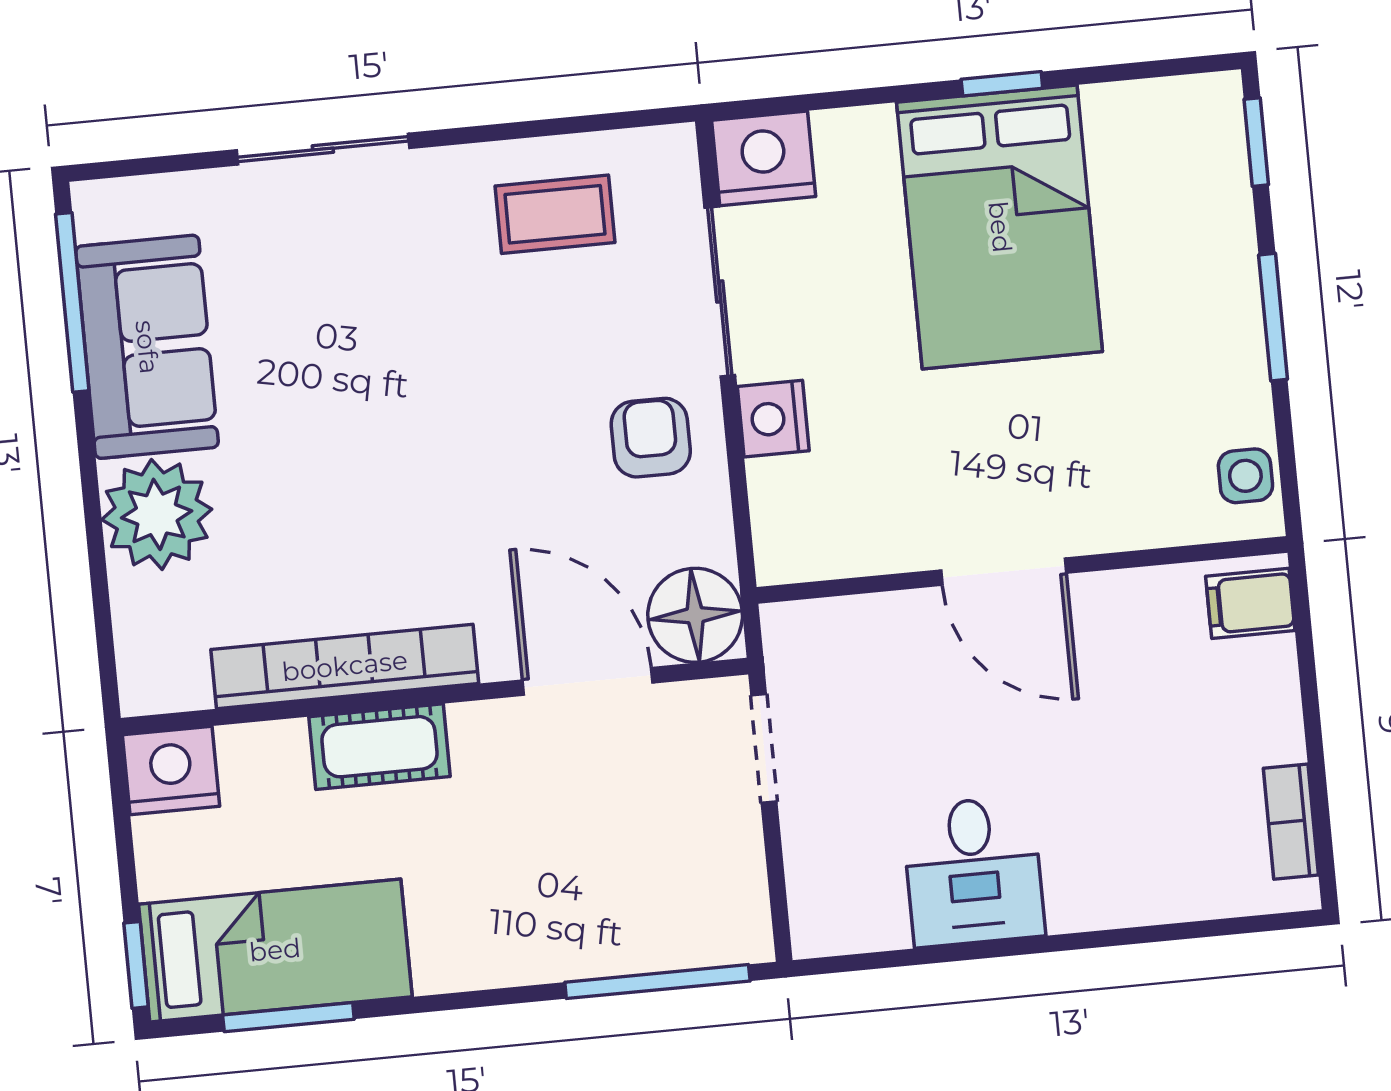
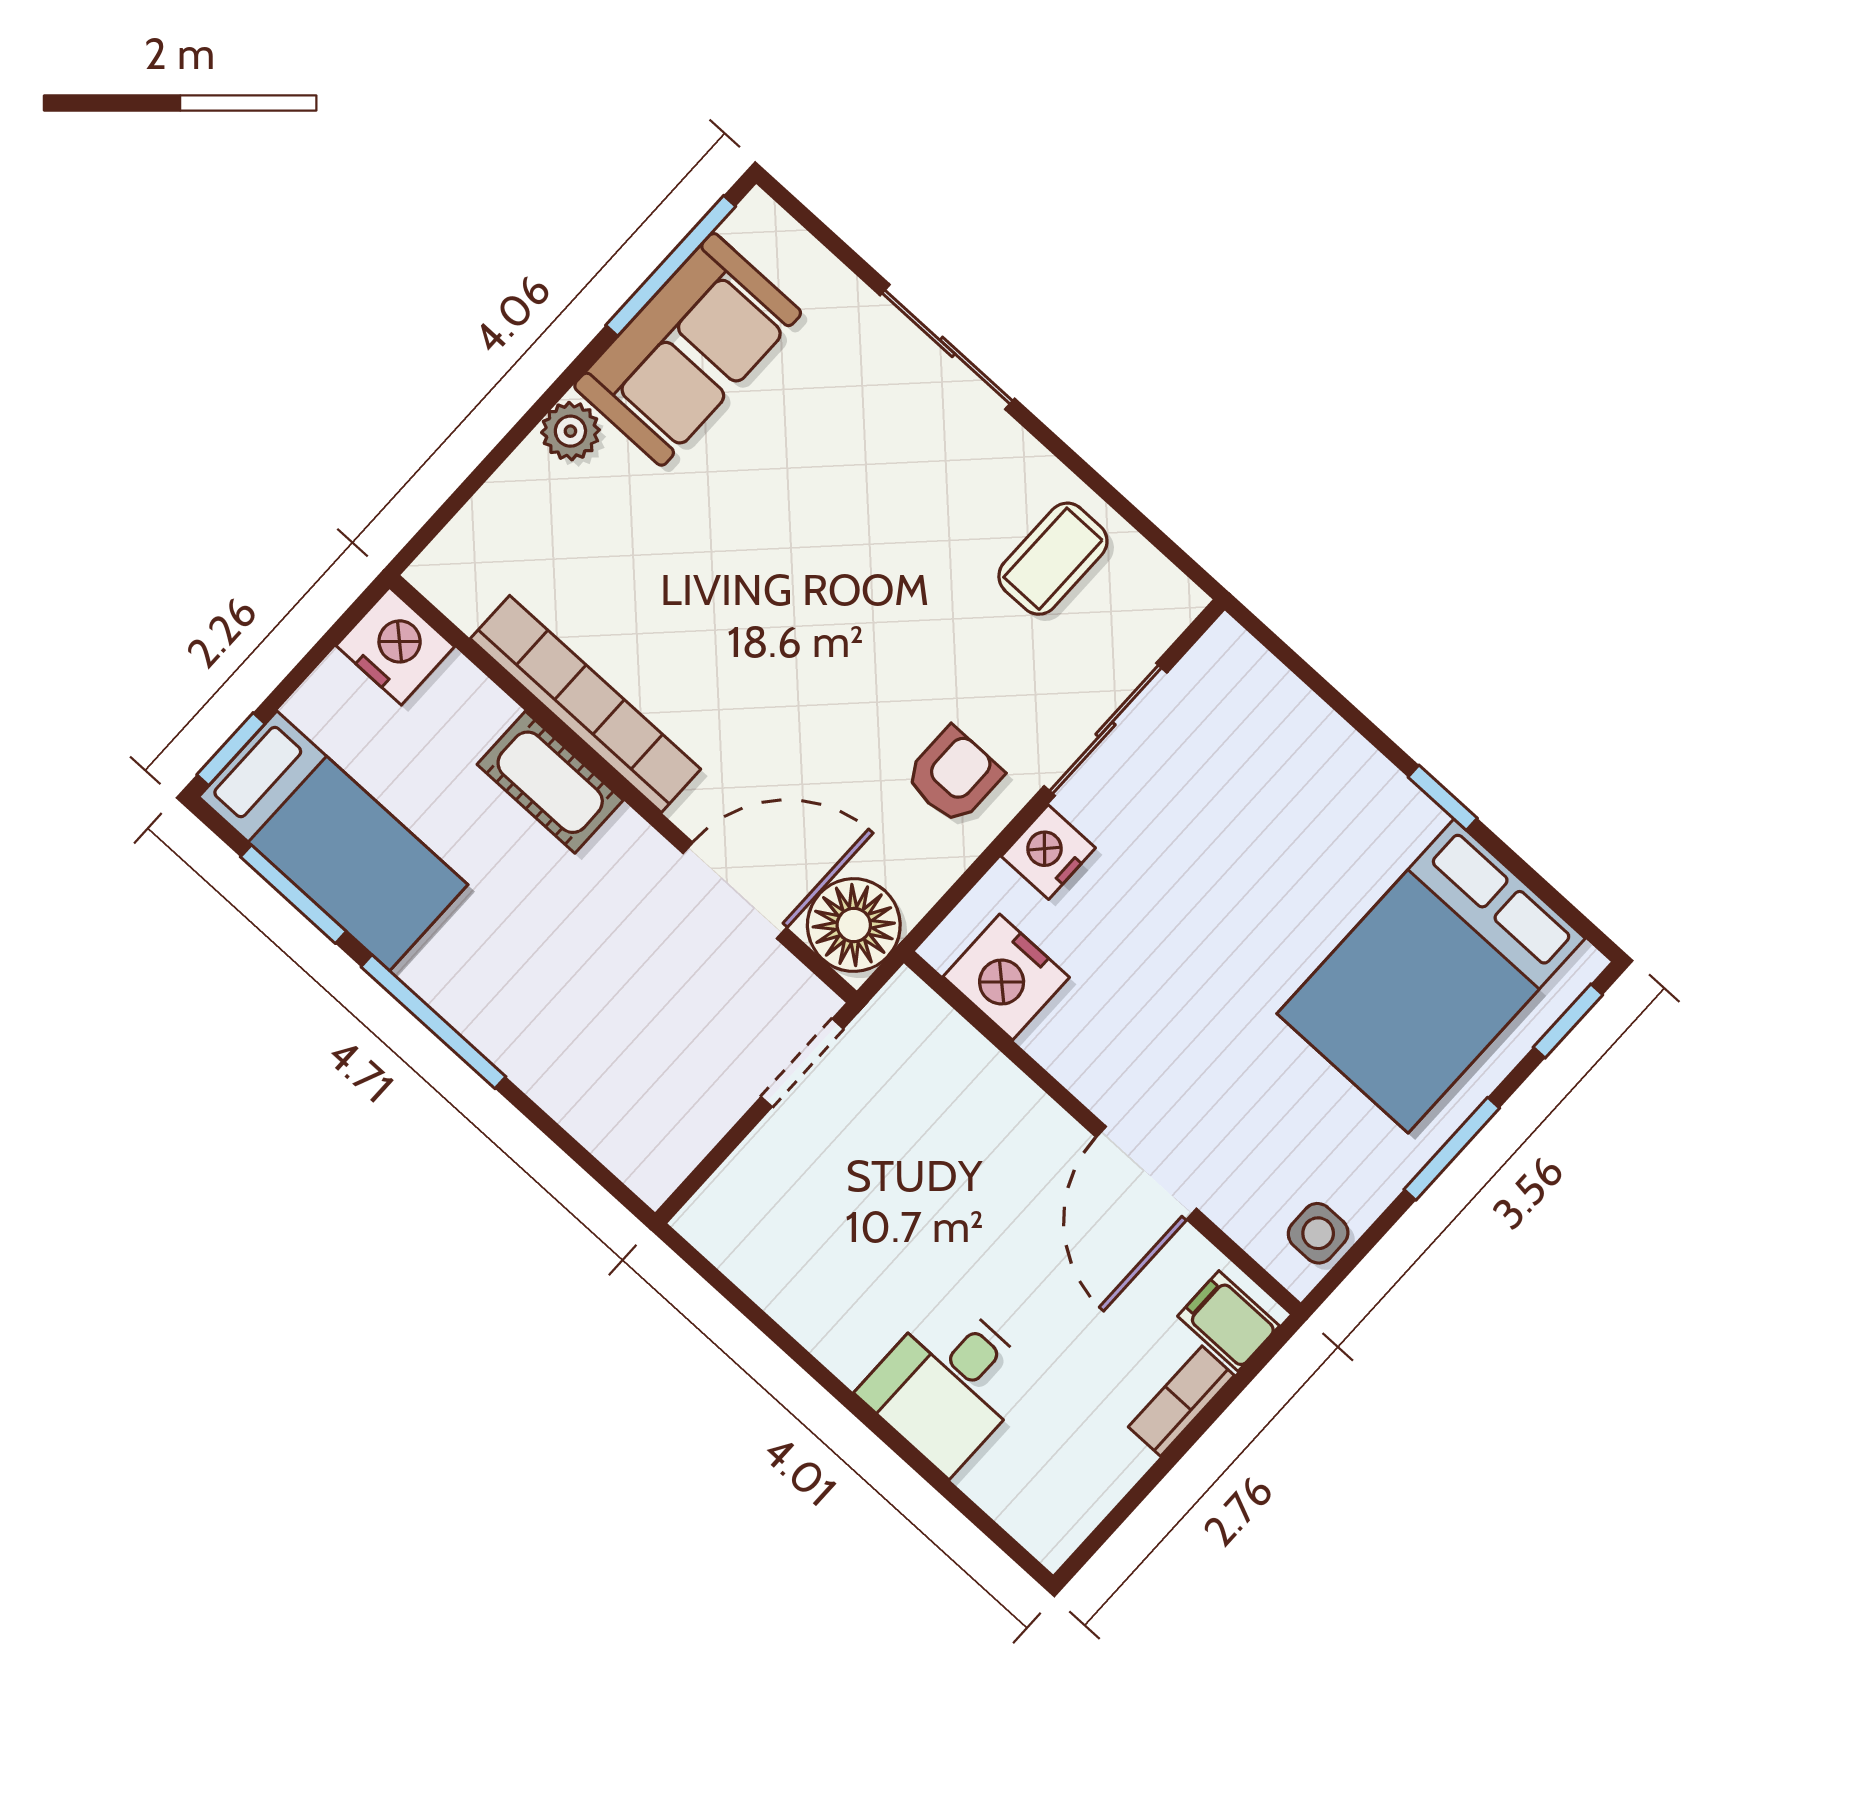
nightstand: (764, 158) -> (1006, 977), moved, turned 180
coffee table: (555, 214) -> (1053, 559), turned 90
bed: (1000, 227) -> (1431, 976), moved
plant: (157, 514) -> (570, 431), width x0.53, depth x0.53
door: (1004, 572) -> (1146, 1173), moved
door: (588, 681) -> (735, 890), hinge flipped
bookcase: (1291, 822) -> (1181, 1401), moved
desk: (973, 871) -> (948, 1385), moved
window: (657, 982) -> (433, 1022), moved

